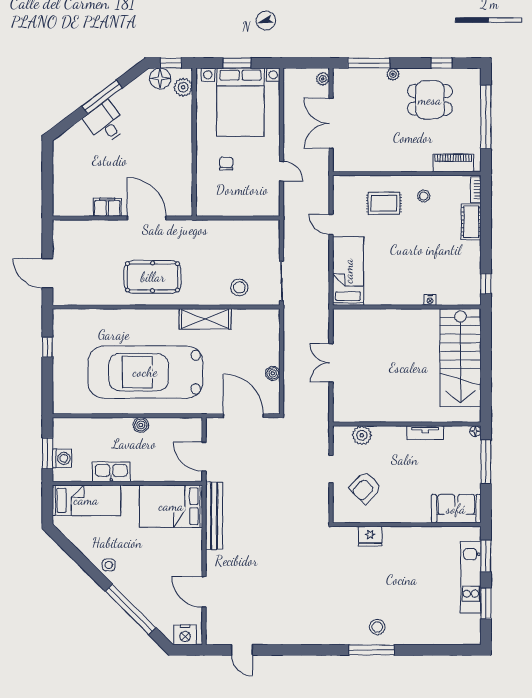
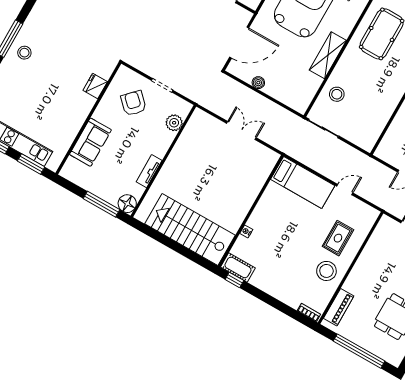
stool: (424, 196) -> (326, 271), width x1.89, depth x1.89
cot: (471, 222) -> (238, 267), moved
floor lamp: (475, 431) -> (127, 204), width x1.89, depth x1.89
sofa: (456, 509) -> (90, 142), moved

